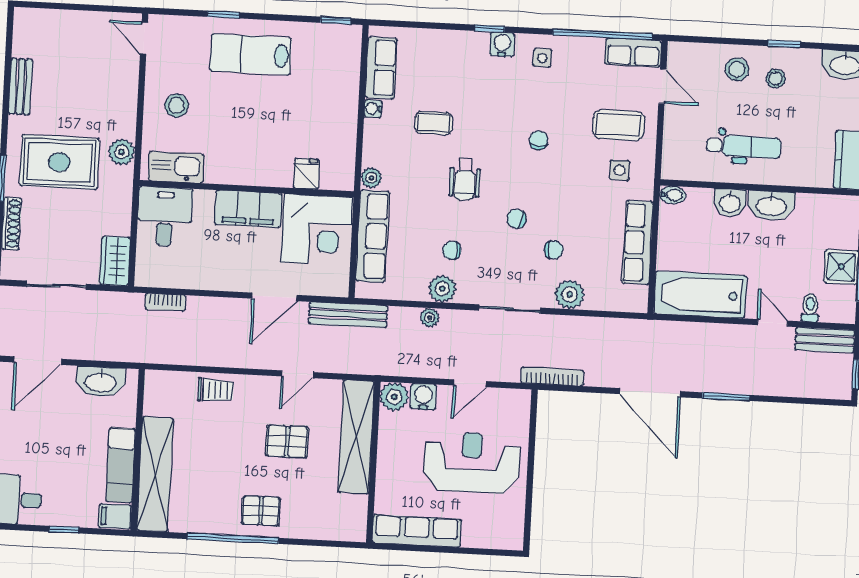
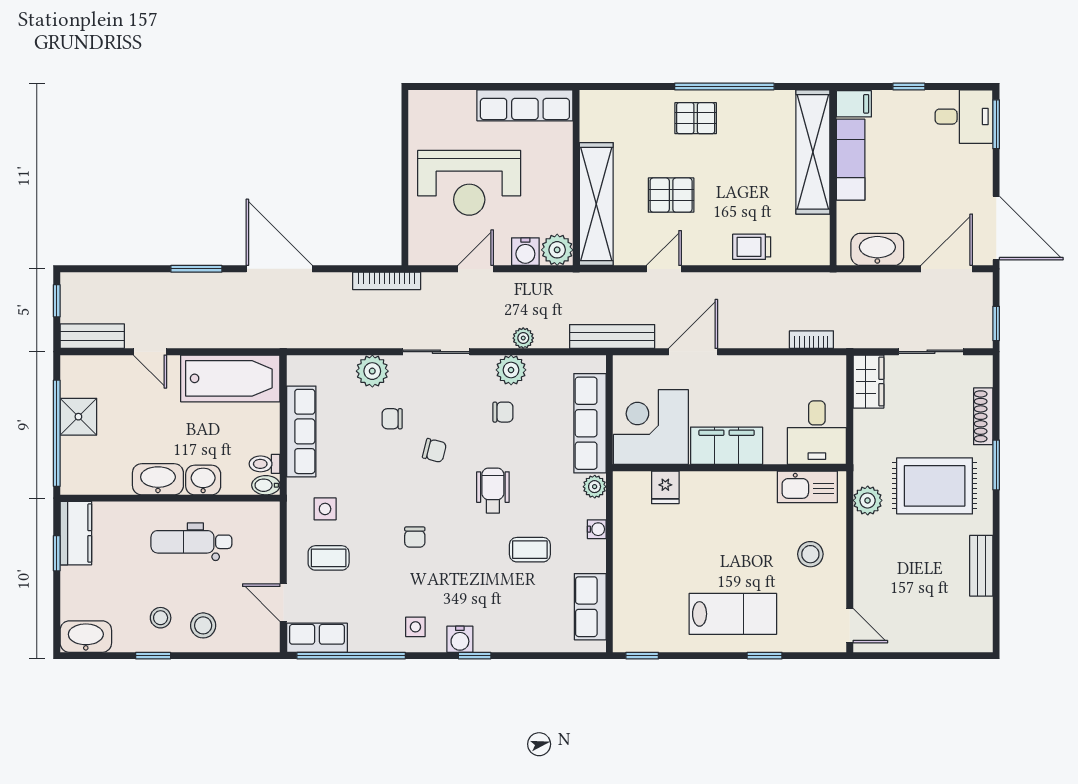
water cooler: (373, 109) -> (597, 529), moved
coffee table: (619, 125) -> (329, 558), width x0.73, depth x0.77
toilet: (810, 308) -> (265, 464), moved, turned 90

